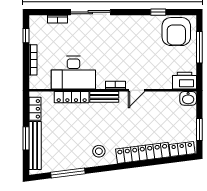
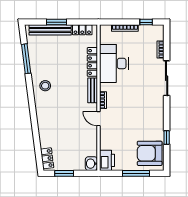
locker: (143, 153) -> (44, 124), removed

